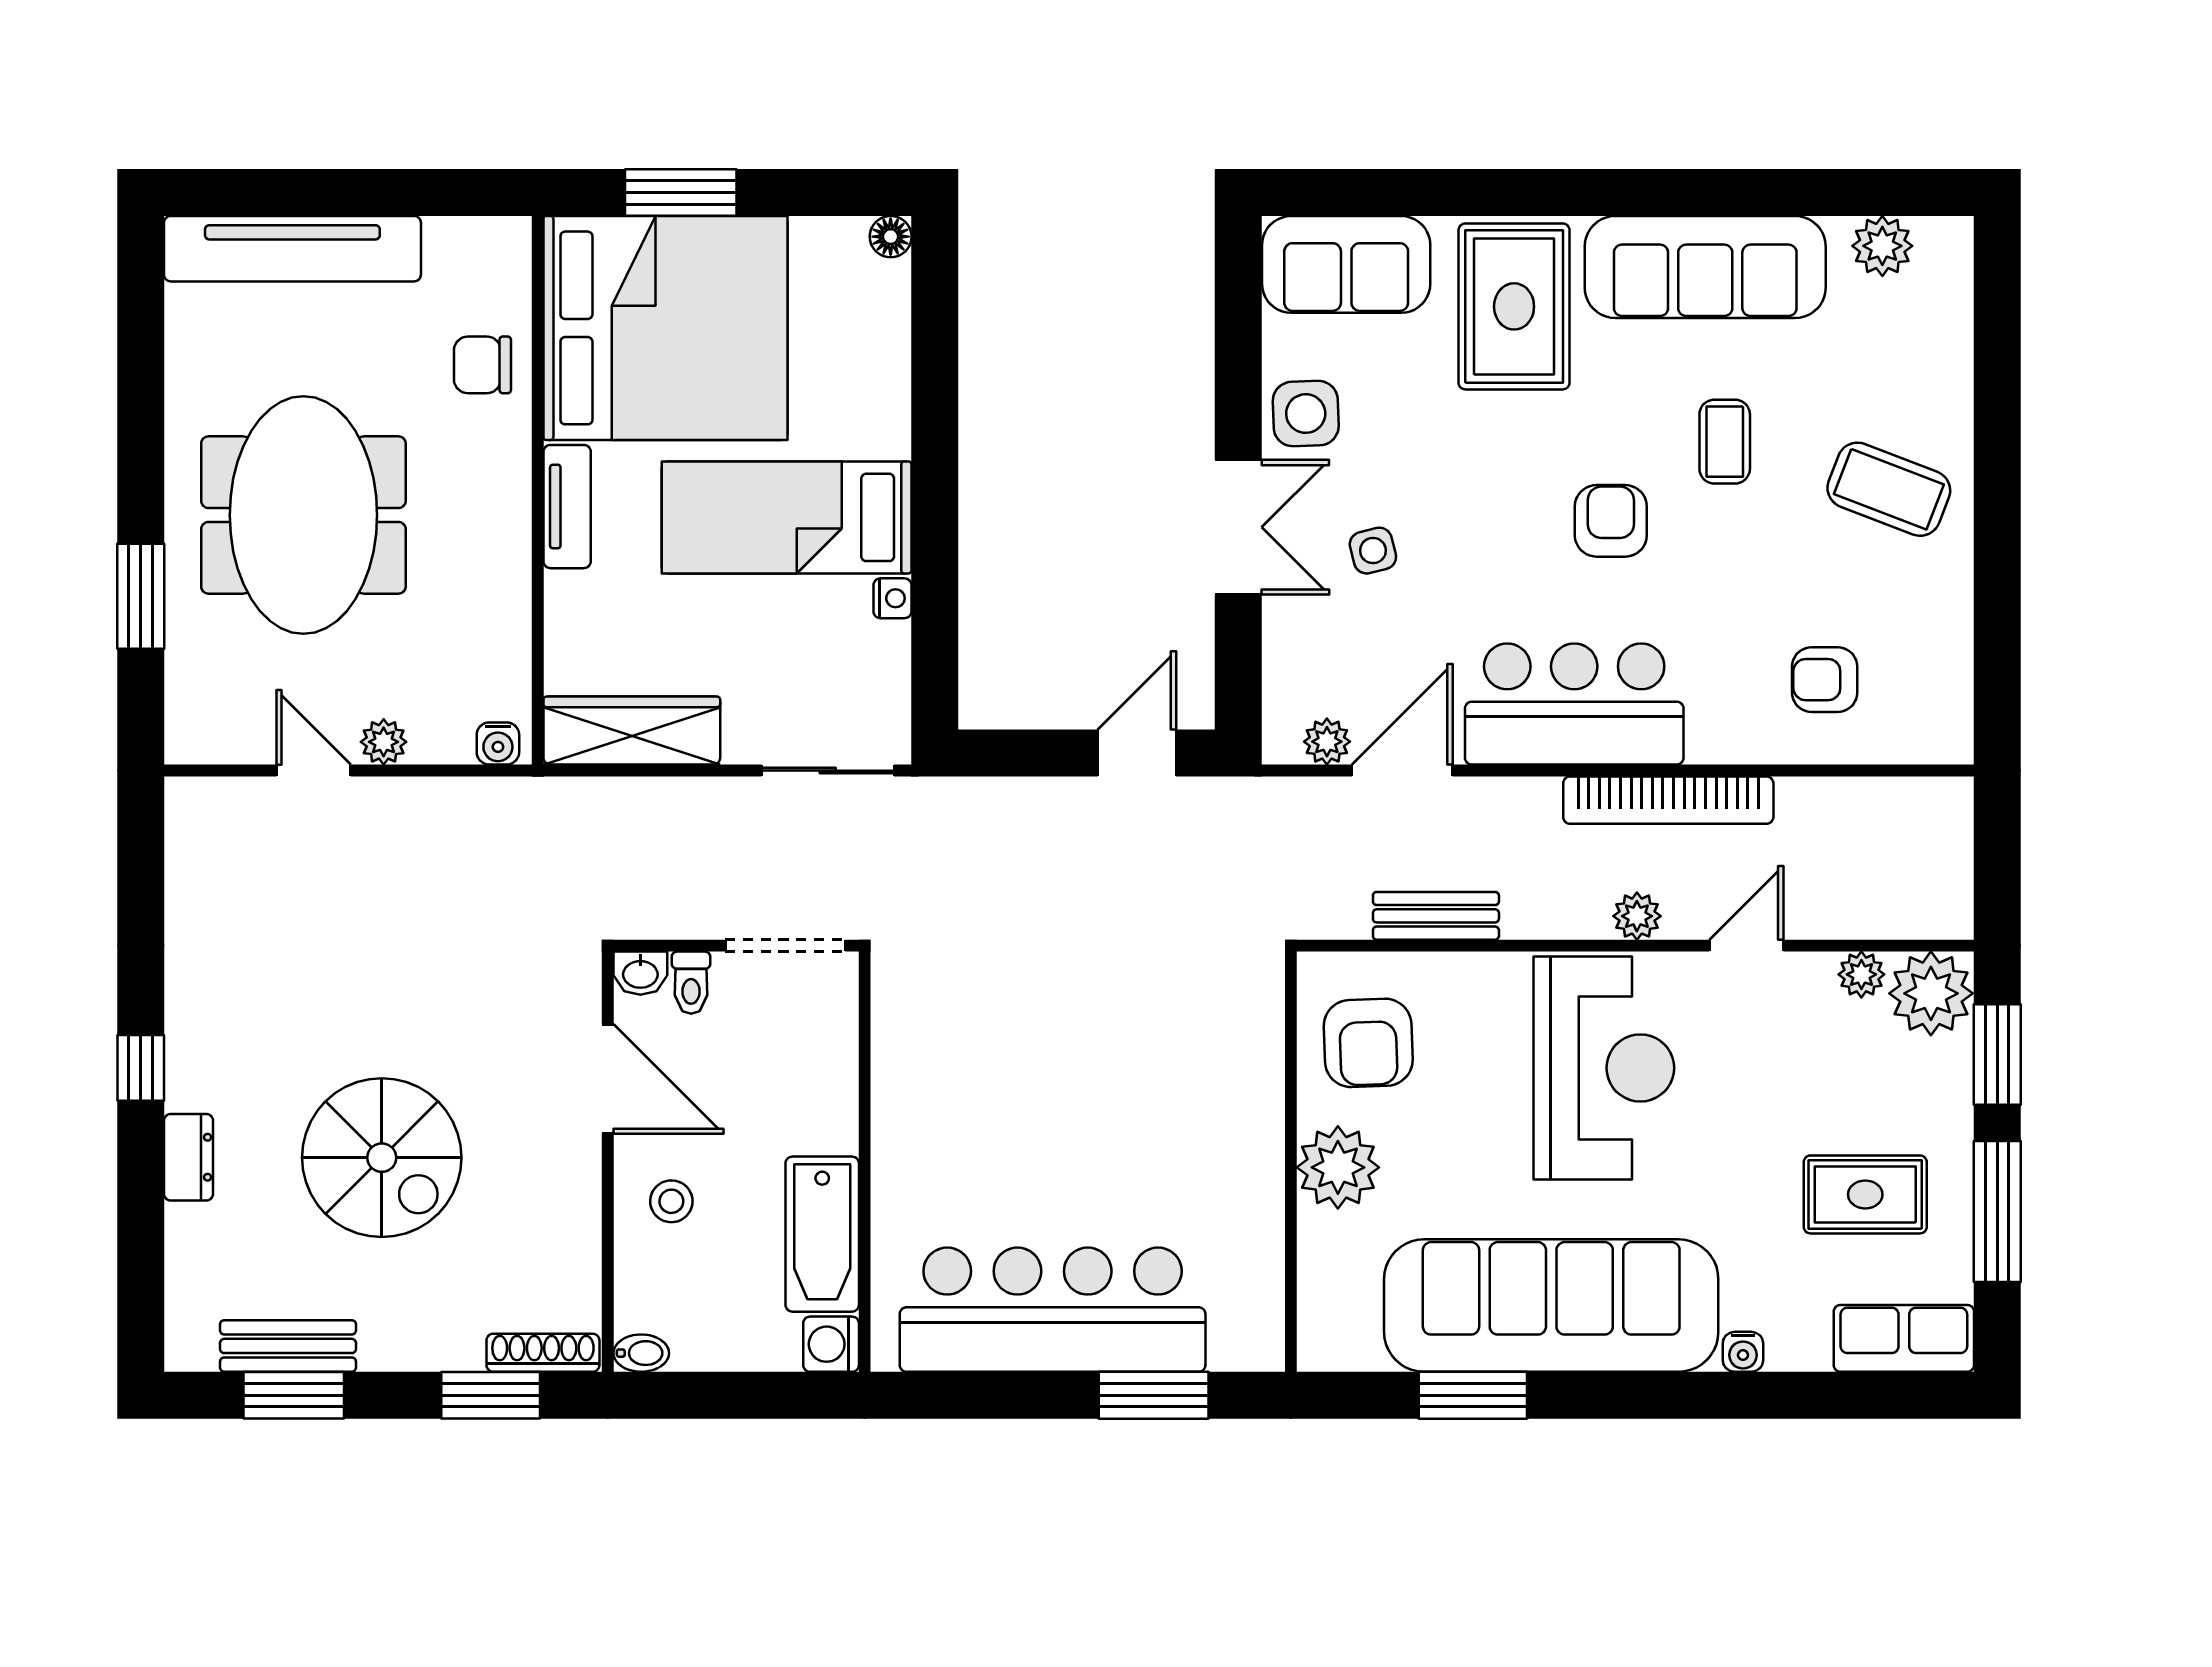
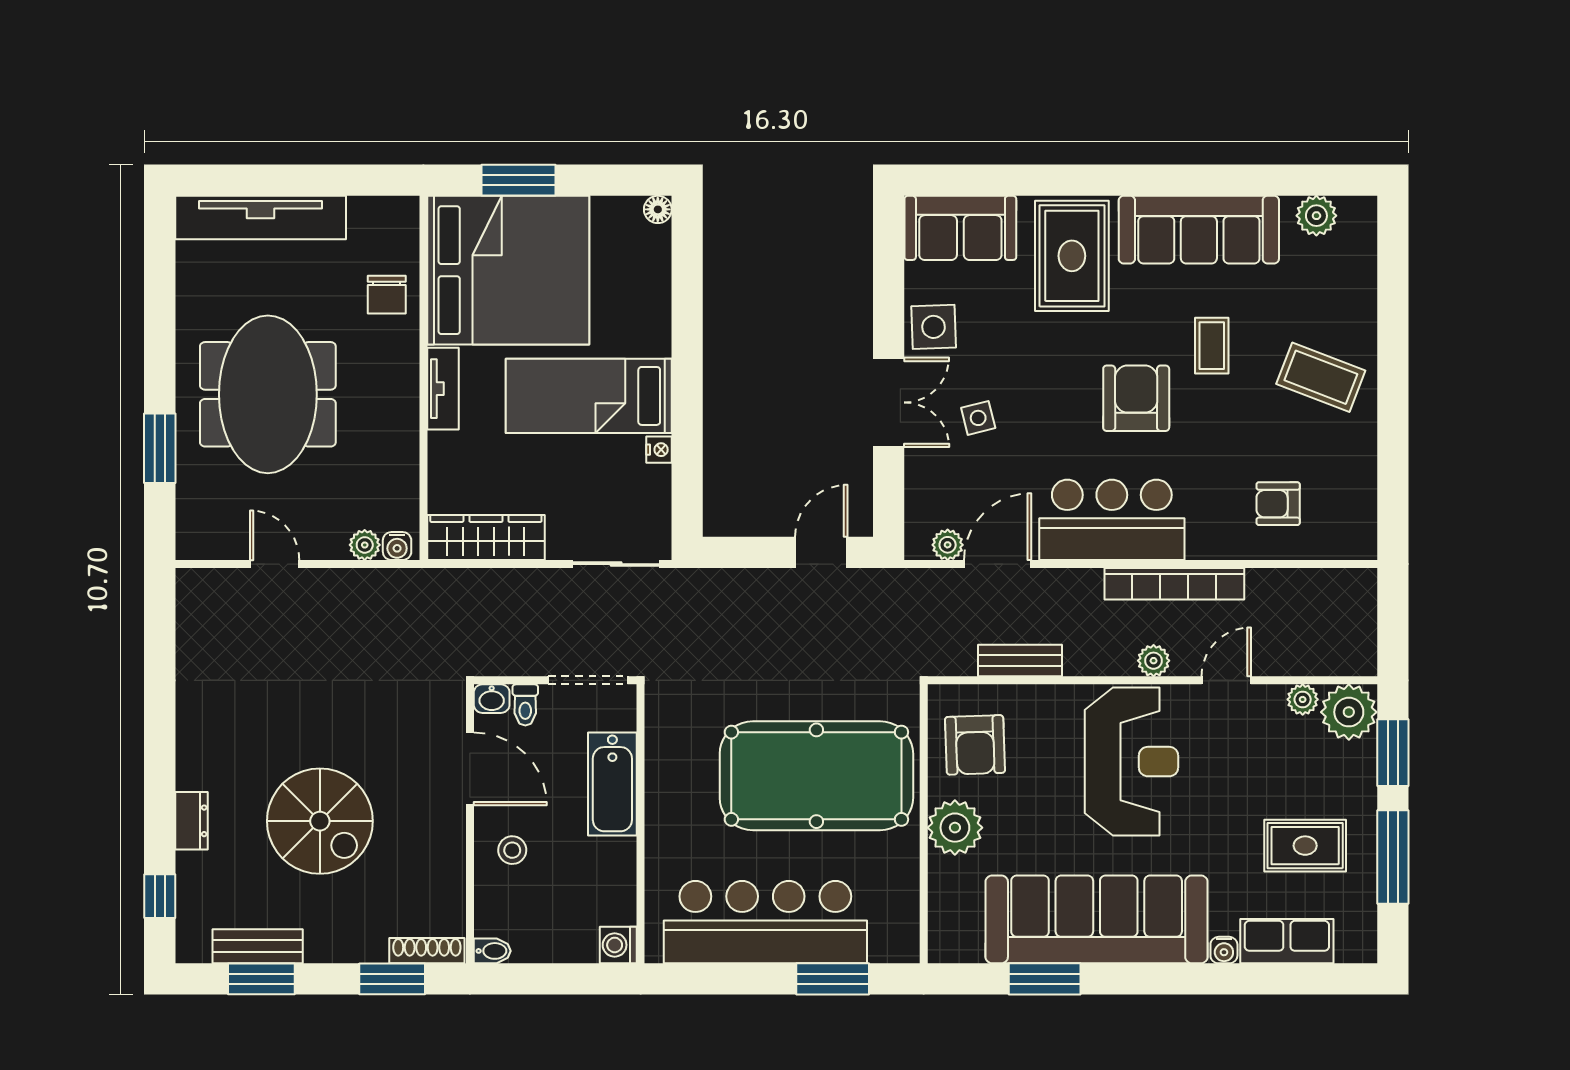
chair: (482, 365) -> (387, 295), turned -90
armchair: (1611, 521) -> (1136, 398), width x1.38, depth x1.38
plant: (384, 742) -> (365, 545), moved
window: (141, 1068) -> (160, 896), moved
pool table: (1129, 1089) -> (816, 776), added
bathtub: (822, 1234) -> (612, 784), moved
row of seats: (1904, 1338) -> (1287, 941), moved

